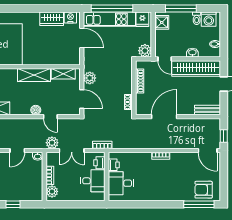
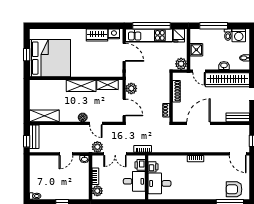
shower: (162, 22) -> (196, 50), moved

